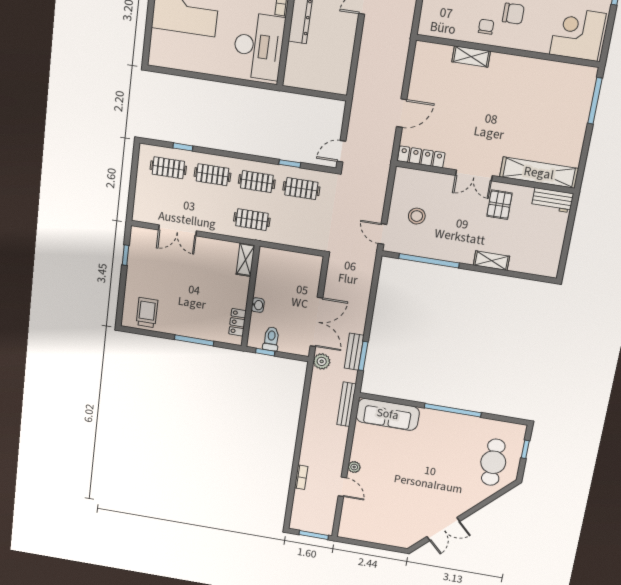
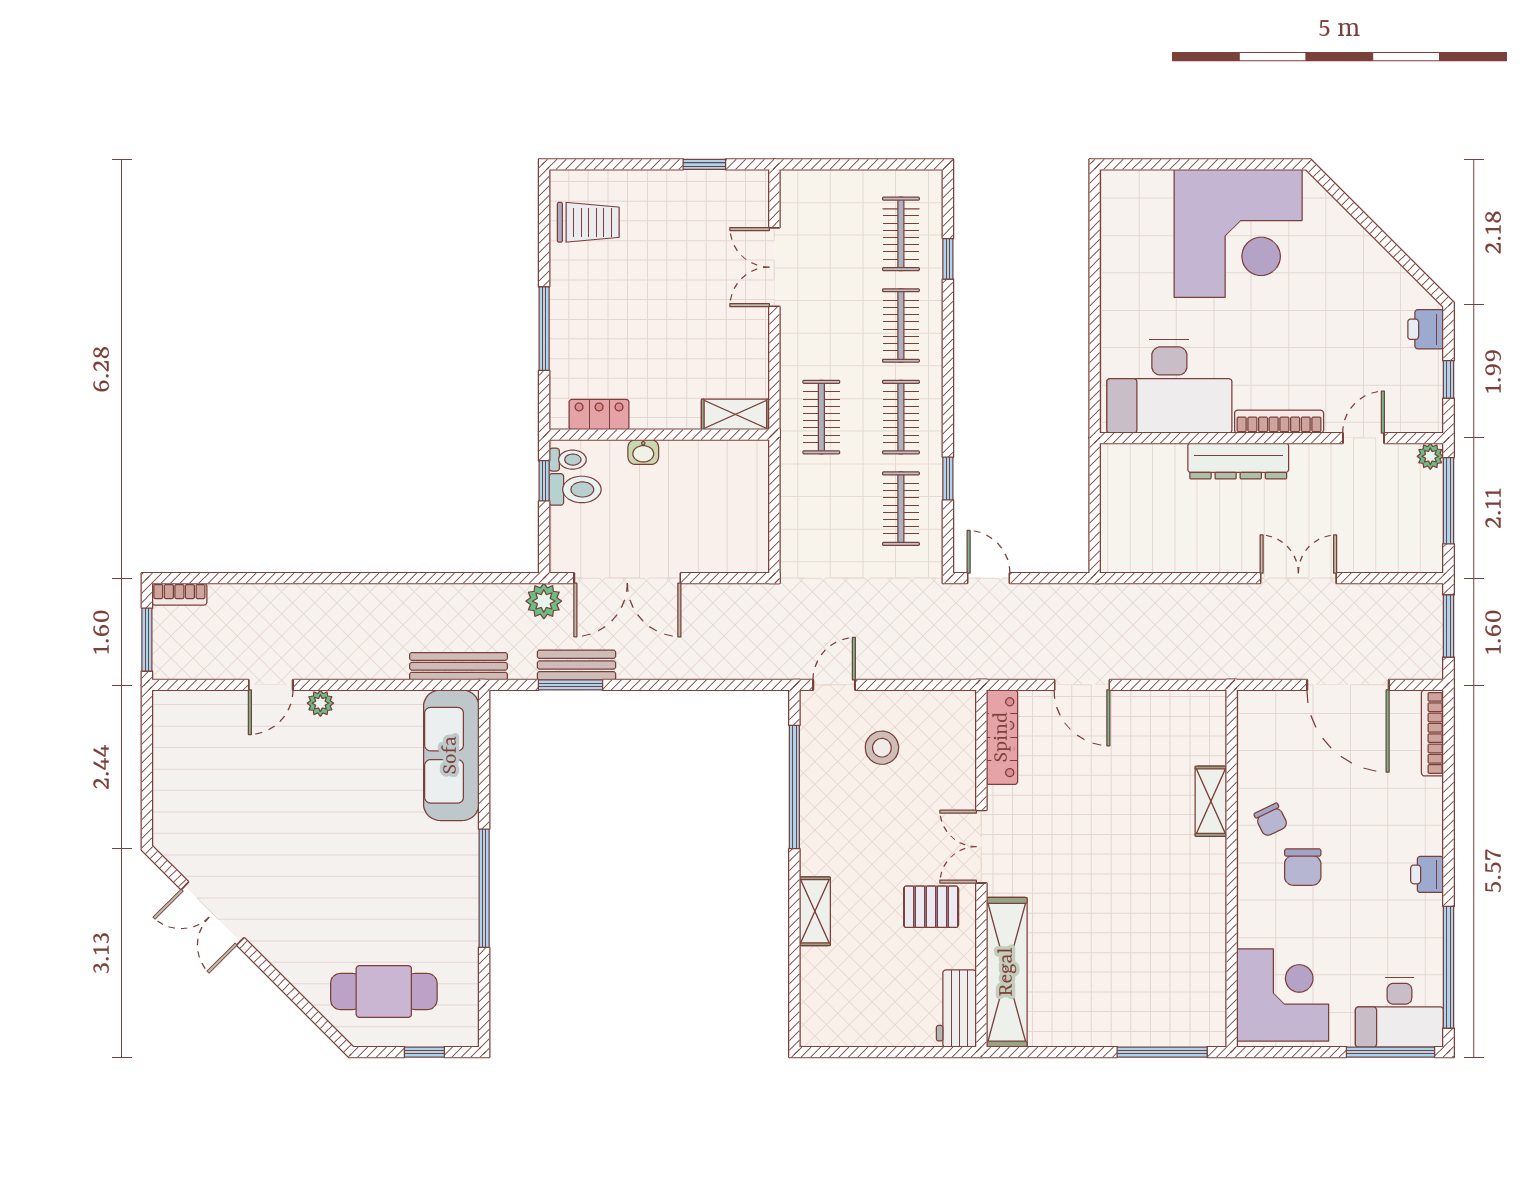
chair: (486, 27) -> (1271, 820), turned 64
toilet: (257, 340) -> (568, 460), added
bookcase: (301, 477) -> (179, 594), moved

